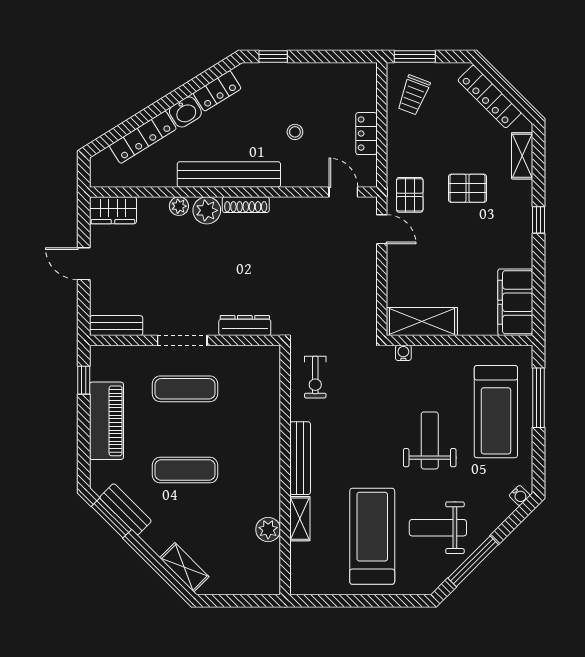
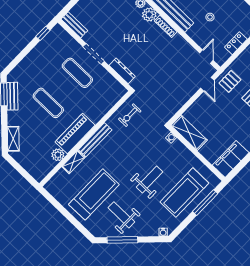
piano: (106, 421) -> (75, 133), moved, turned 180

